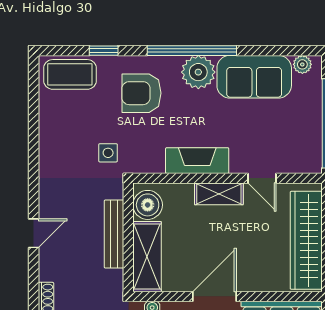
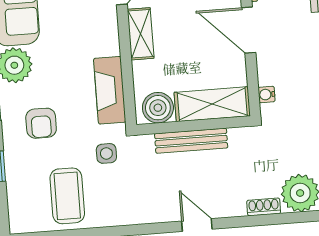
coffee table: (70, 74) -> (67, 196), moved
armchair: (141, 93) -> (41, 123), width x0.72, depth x0.72
fireplace: (197, 161) -> (110, 90), moved

